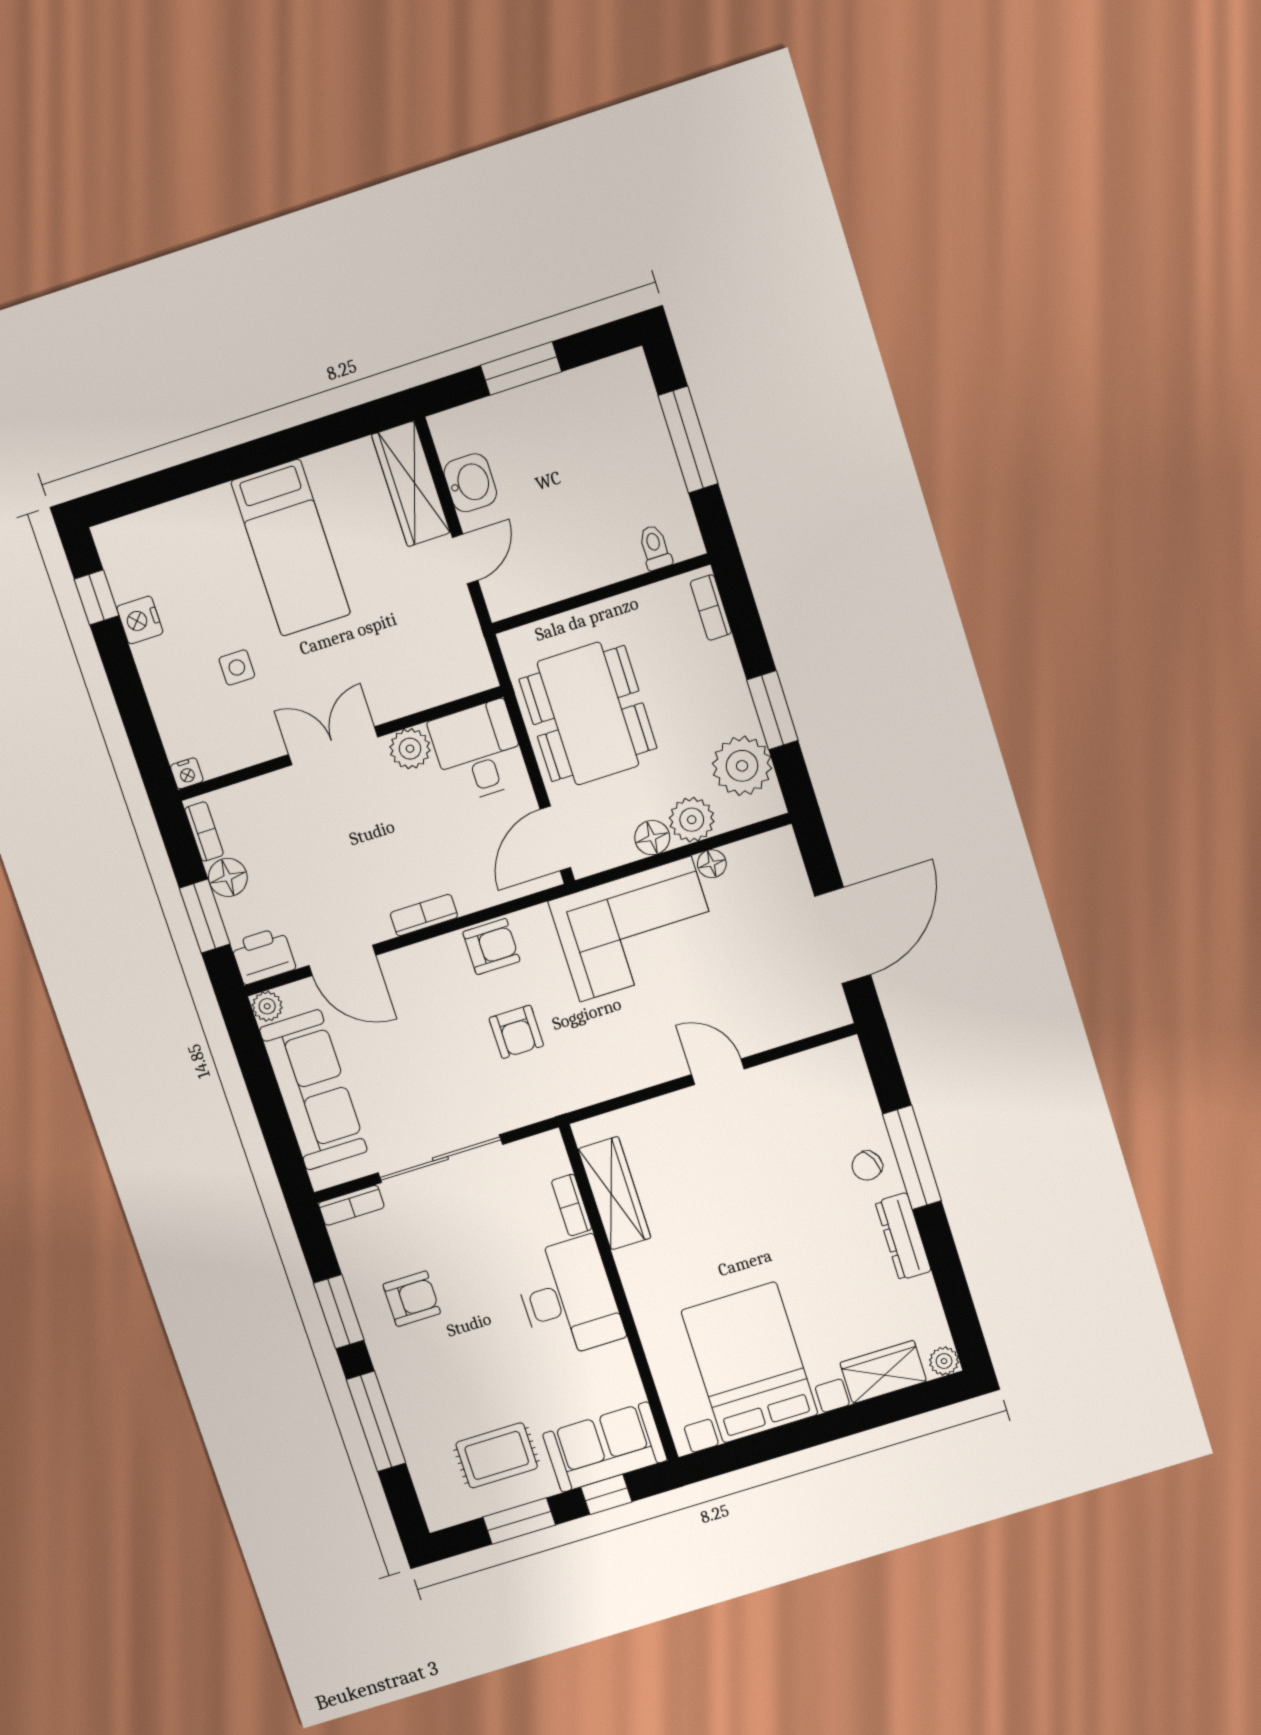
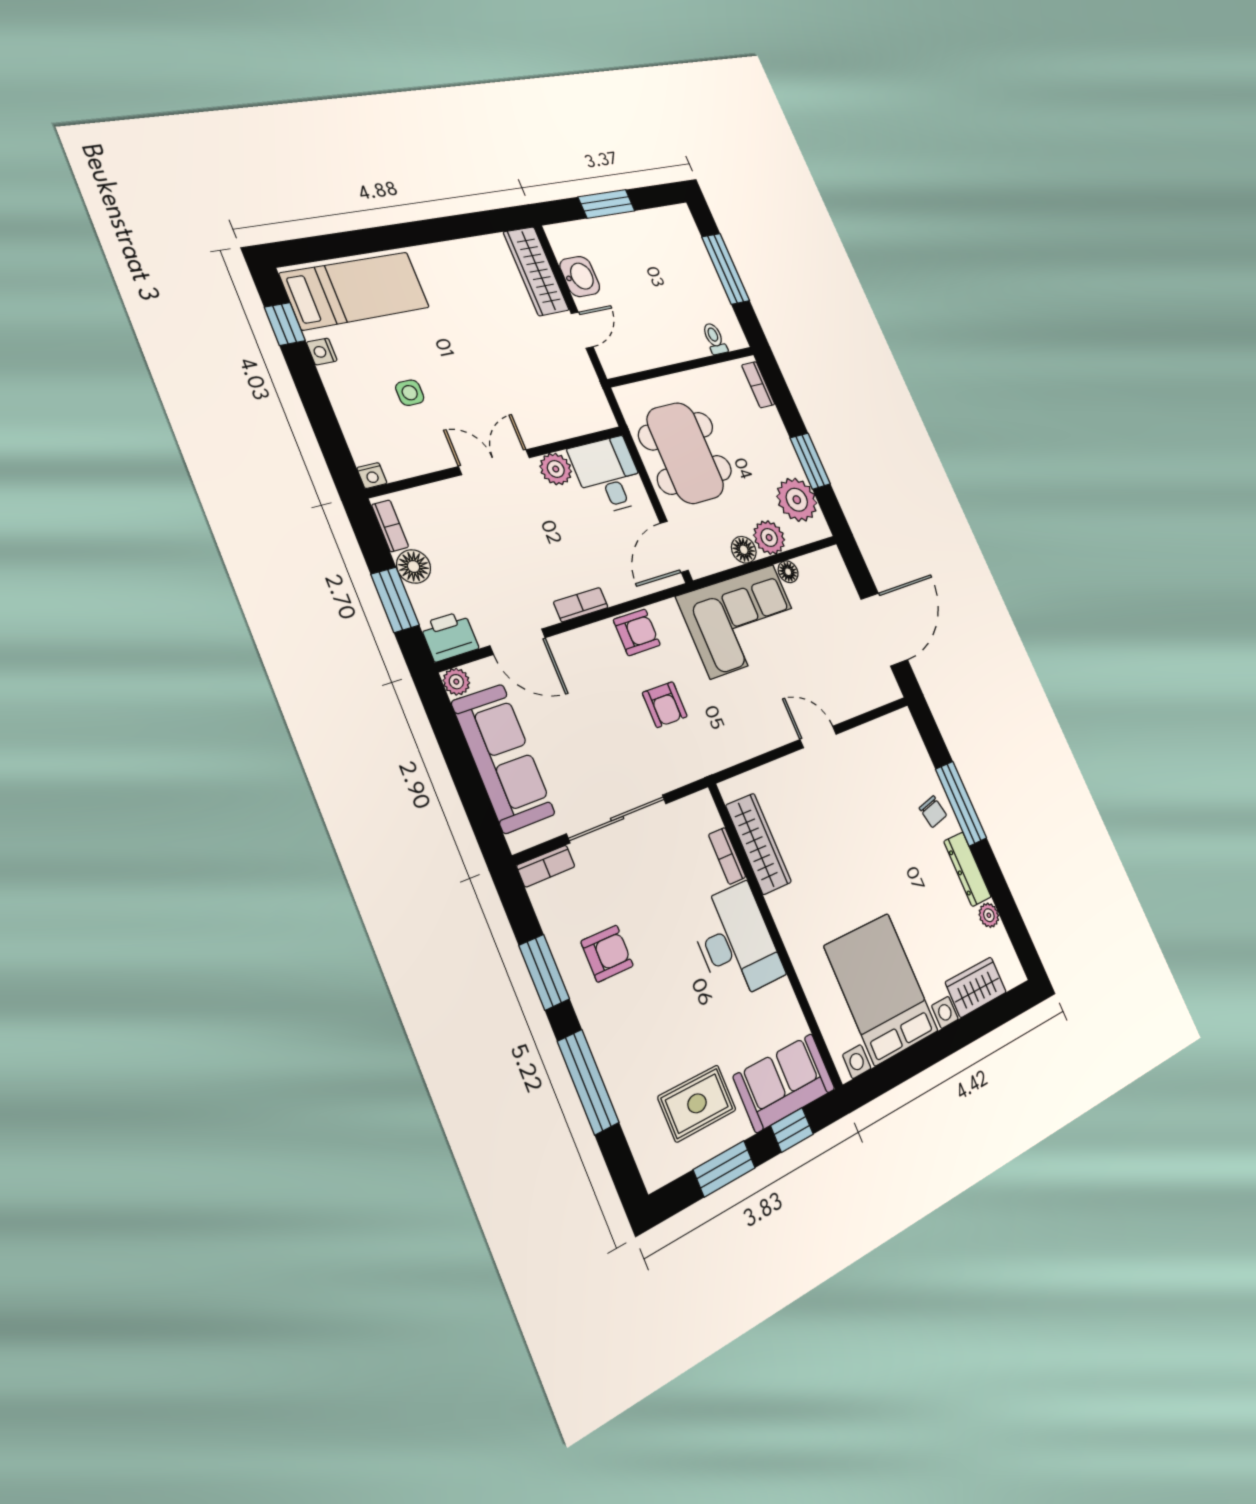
bed: (291, 548) -> (355, 291), moved, turned -90
nightstand: (140, 620) -> (322, 352), width x0.72, depth x0.74
chair: (867, 1166) -> (933, 812), turned -78
plant: (944, 1361) -> (989, 915), moved

